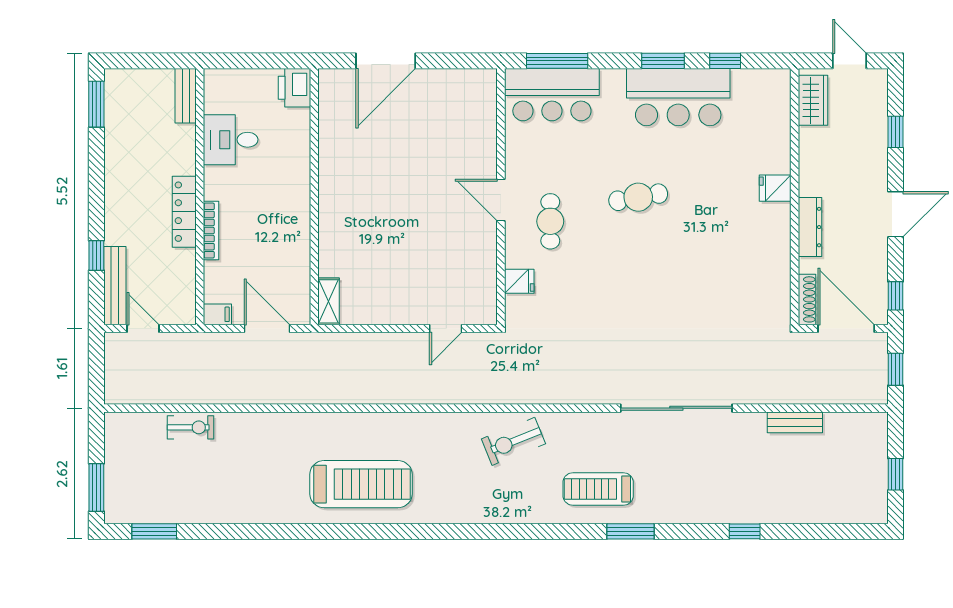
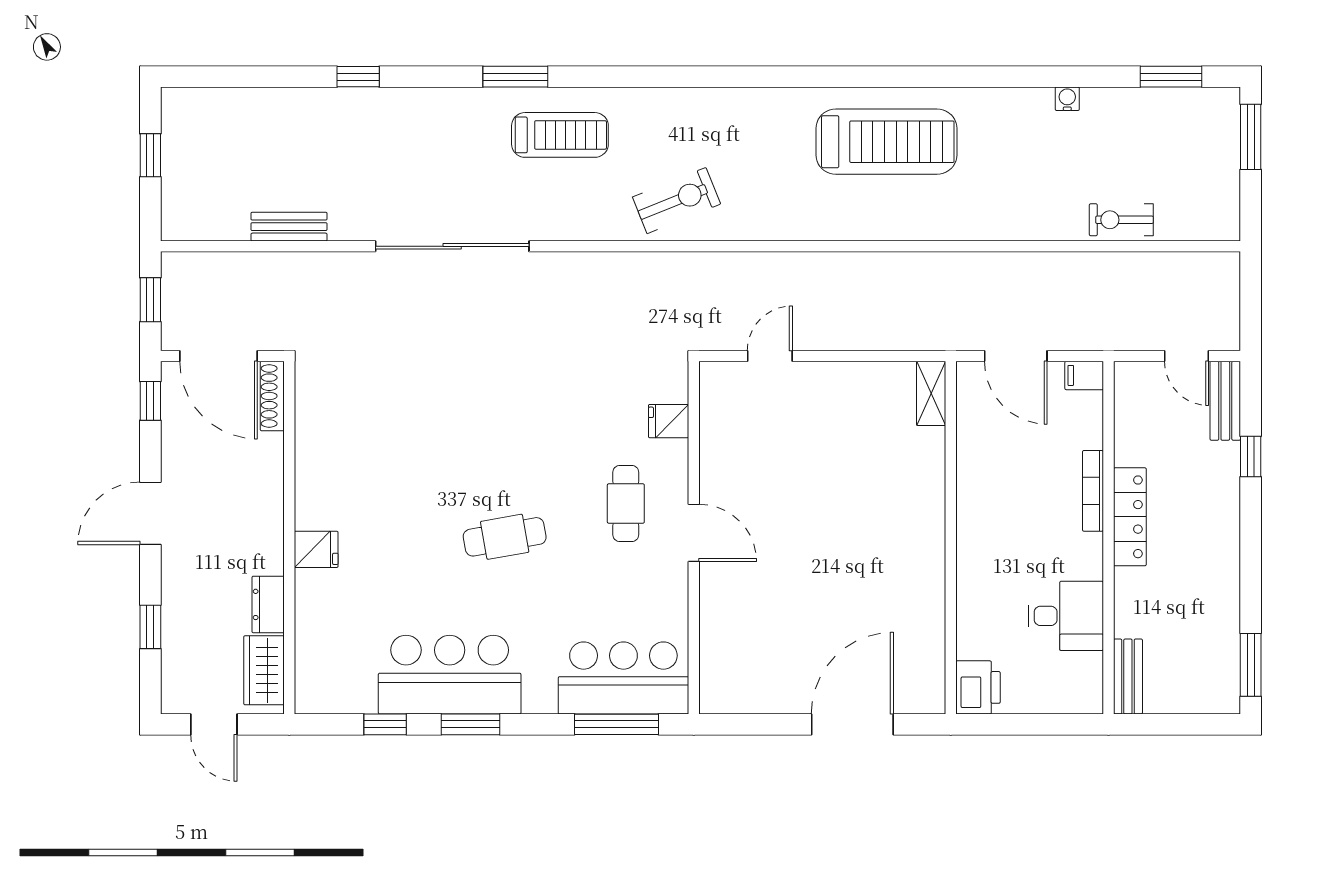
dresser: (810, 227) -> (268, 604), moved, width x0.70
bench: (115, 286) -> (1225, 401), width x0.73
treadmill: (361, 484) -> (886, 142), turned 180
water cooler: (230, 515) -> (1067, 99), added

